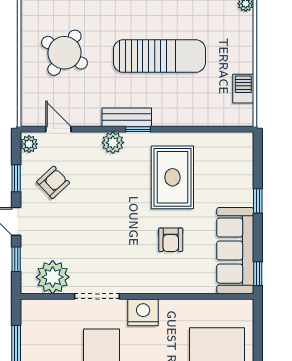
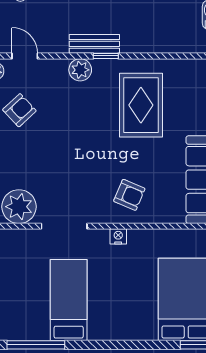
armchair: (171, 240) -> (129, 195), moved, turned -67
nightstand: (143, 312) -> (118, 236), width x0.53, depth x0.56

